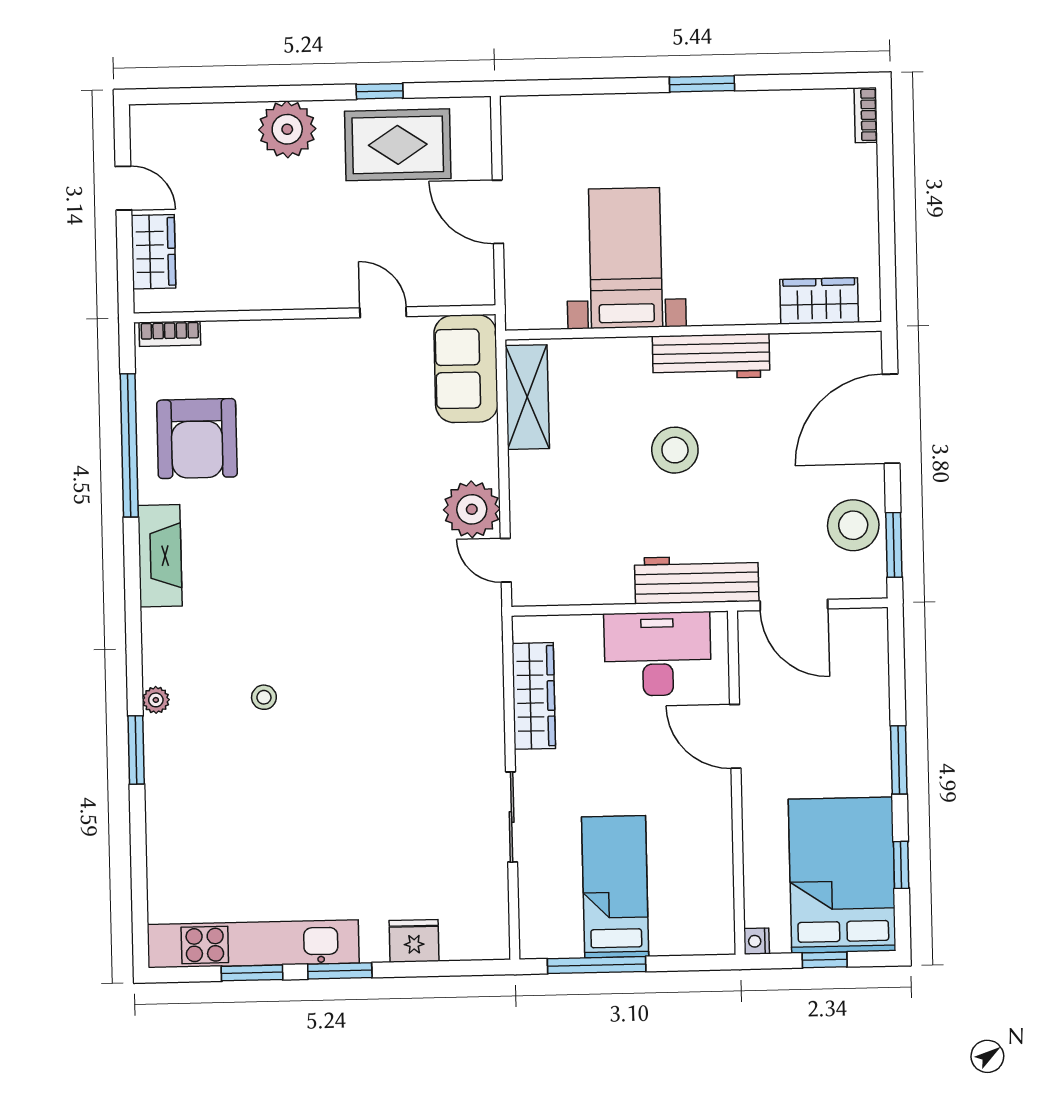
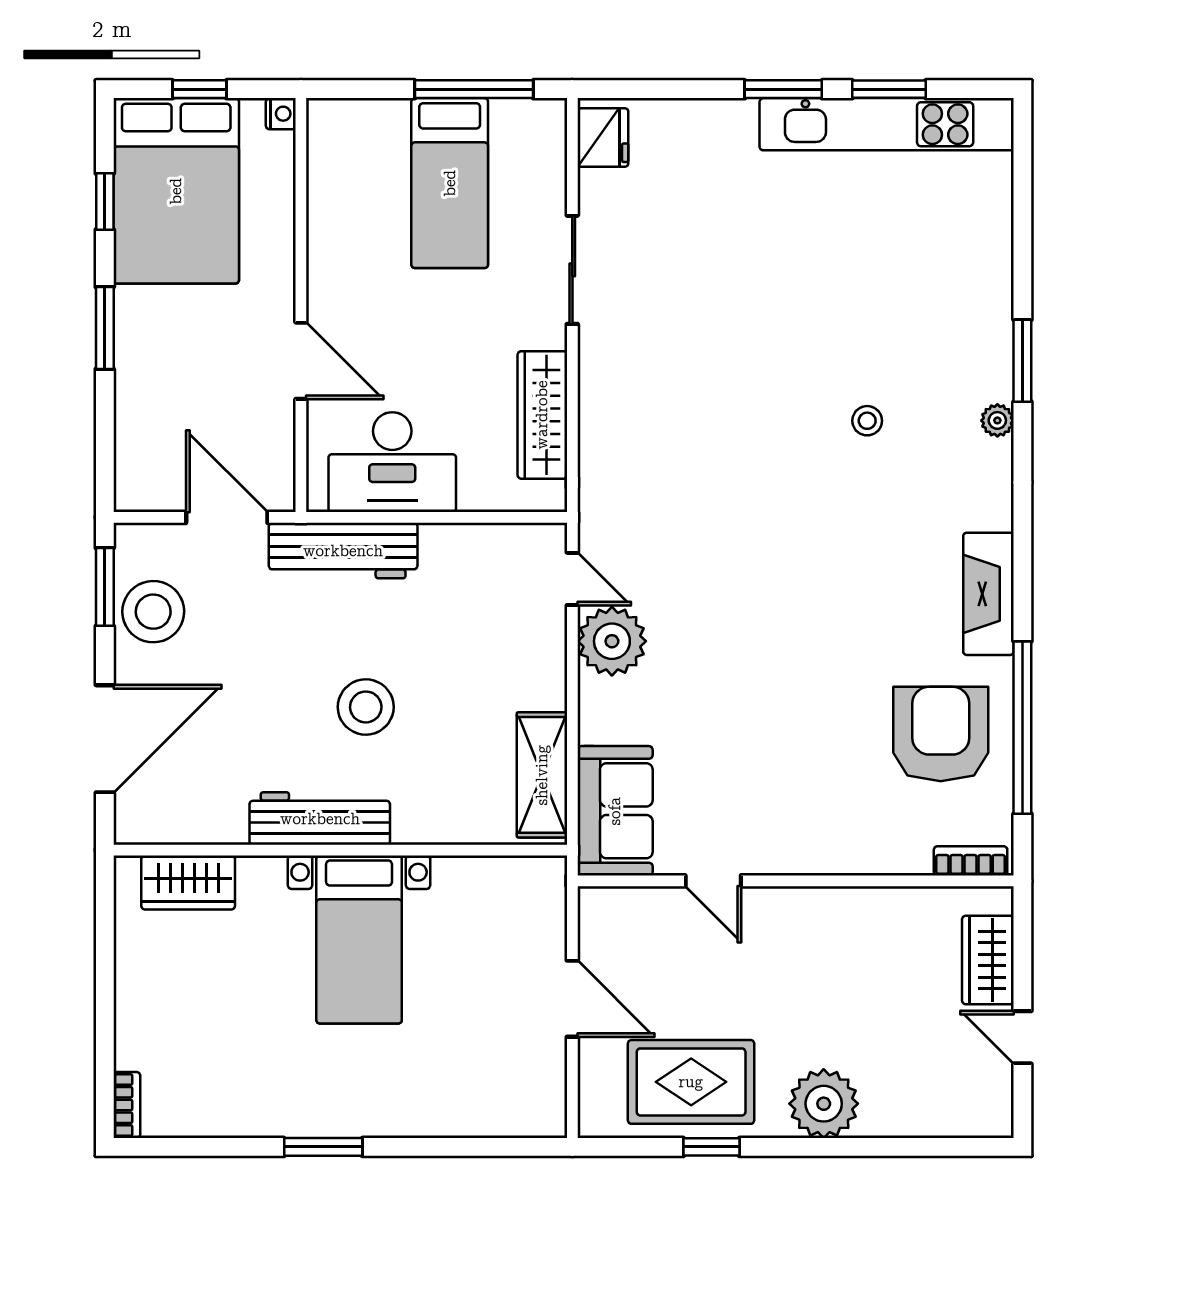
bed with nightstands: (626, 258) -> (359, 940), moved
fridge: (414, 941) -> (603, 137), moved, turned -90

